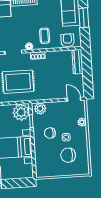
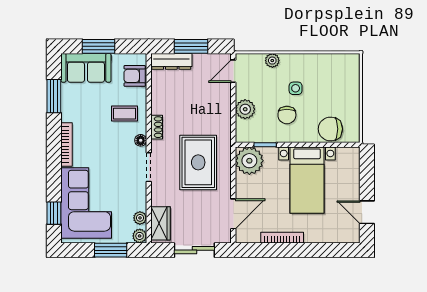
window: (87, 73) -> (191, 46), added
plant: (40, 109) -> (245, 109), moved
chair: (68, 155) -> (330, 129), moved, turned 90

